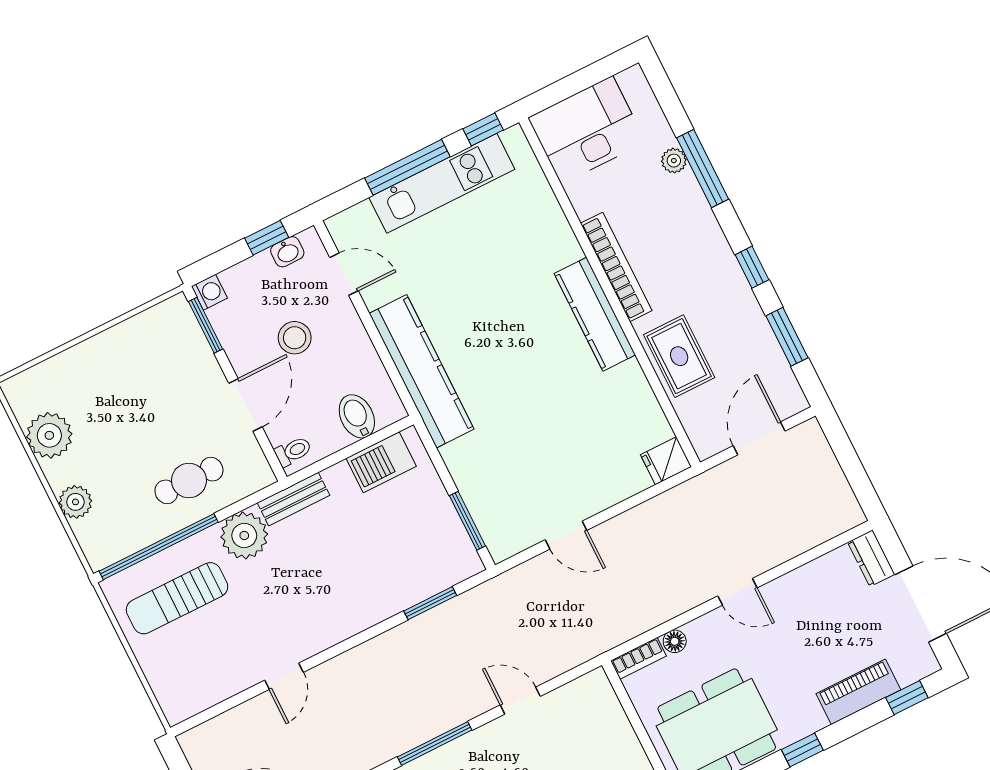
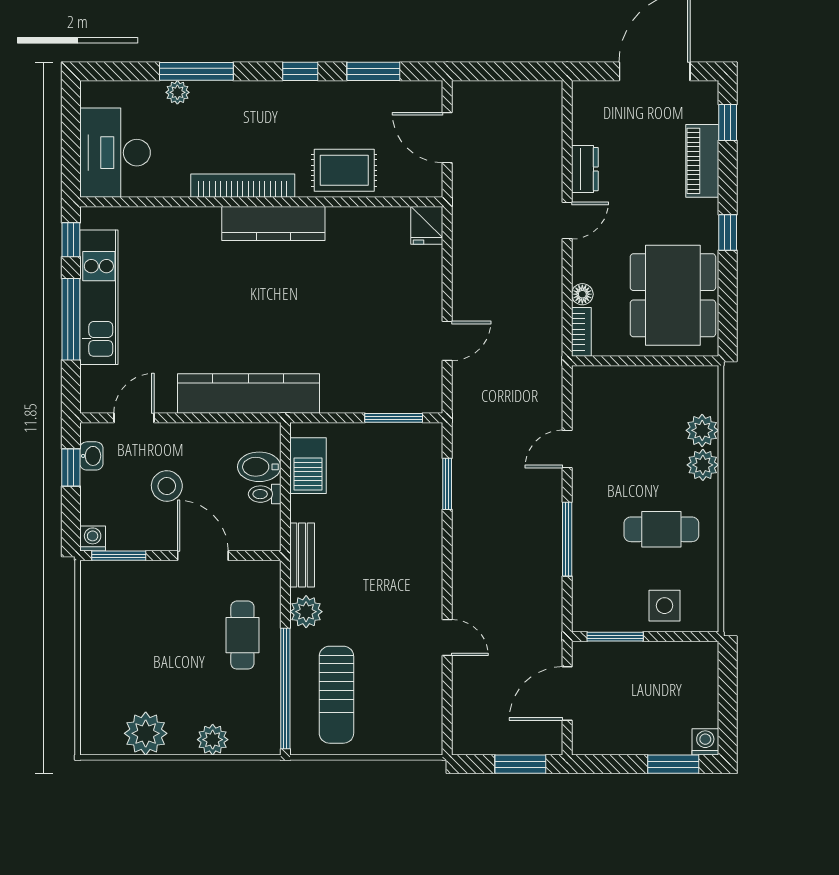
toilet: (293, 451) -> (265, 494), moved, turned -90
plant: (244, 536) -> (306, 612), width x0.73, depth x0.73
dresser: (871, 558) -> (585, 169), moved, turned -90

